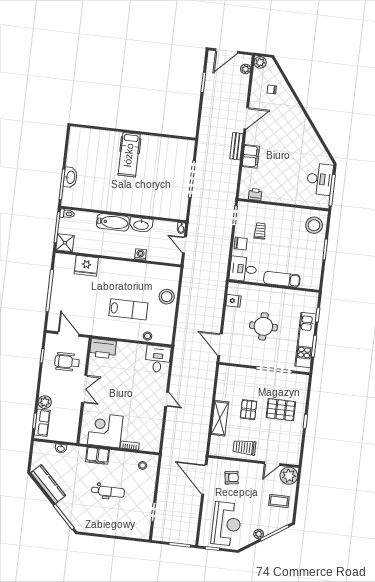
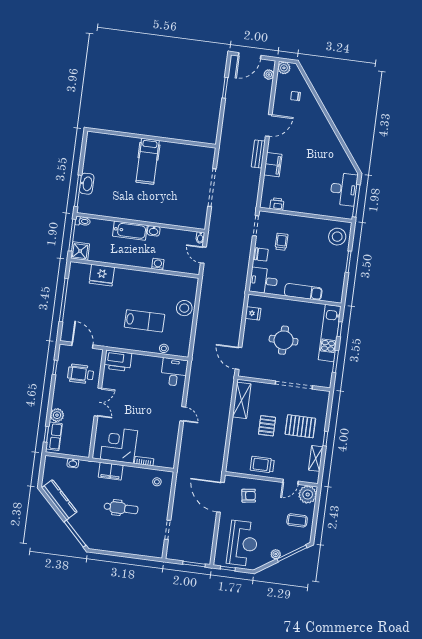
washbasin: (141, 225) -> (154, 231), width x0.52, depth x0.69
kitchen unit: (306, 340) -> (330, 333), moved
shelving: (220, 418) -> (242, 400), moved
shelving: (296, 441) -> (316, 458), added

